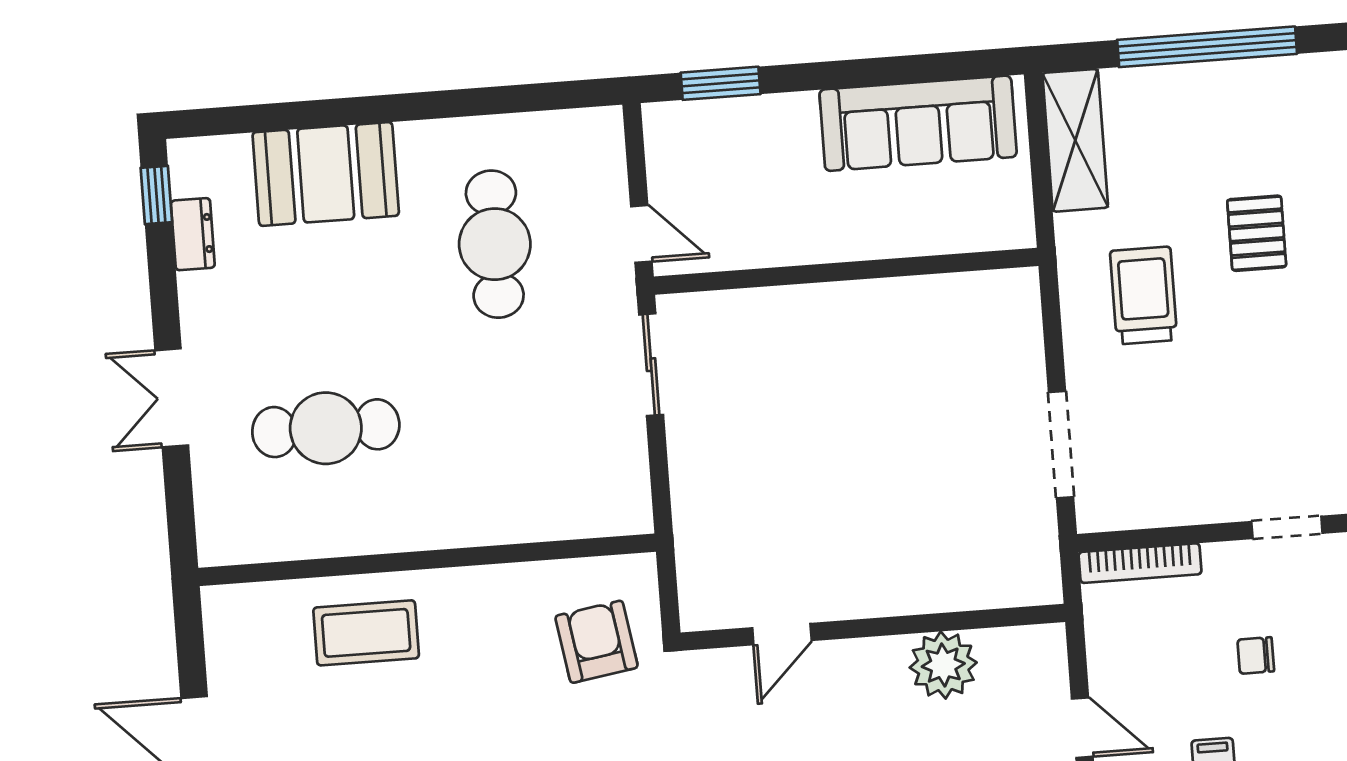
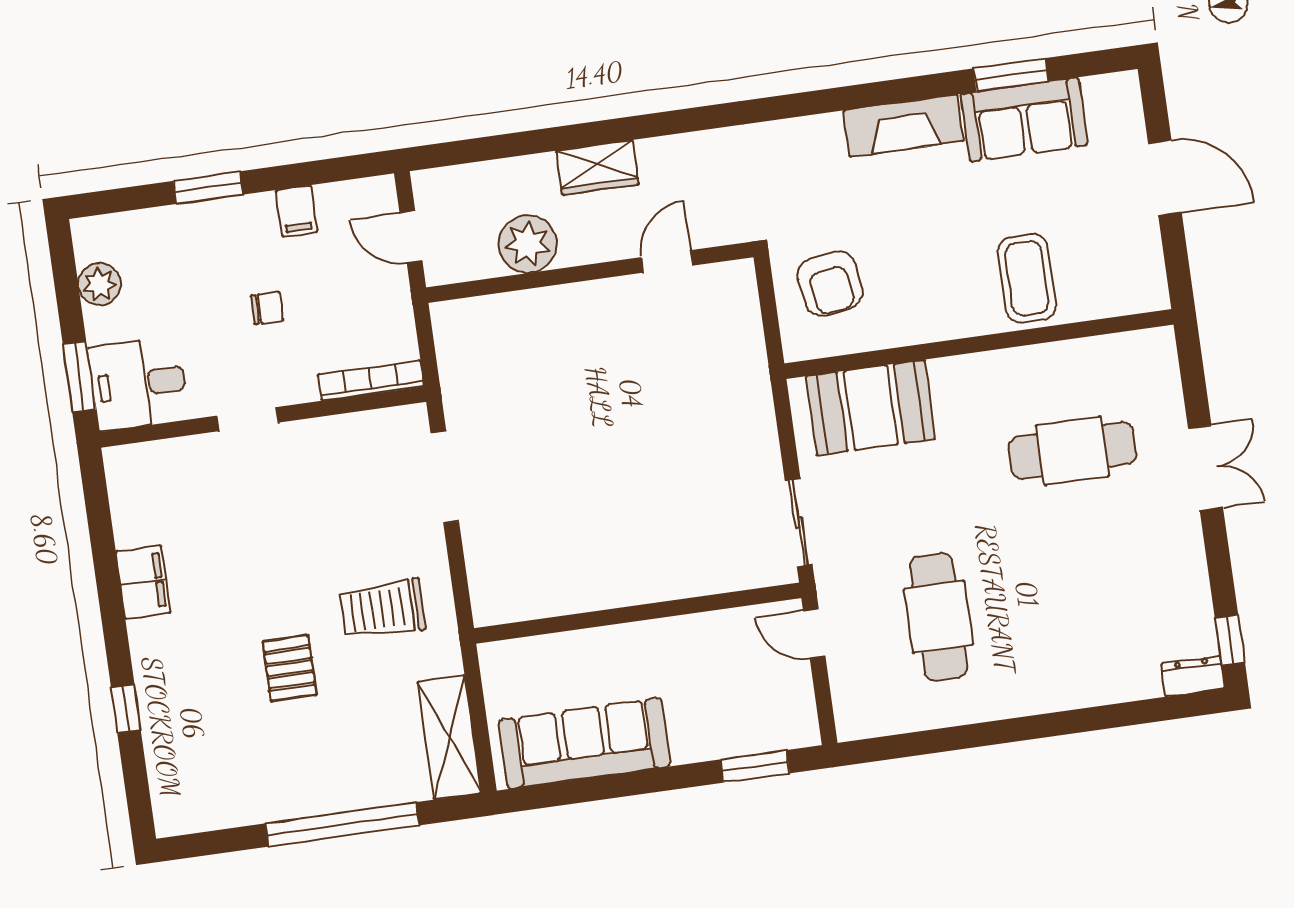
booth: (326, 174) -> (871, 408), moved
dresser: (193, 234) -> (1193, 676), moved, turned 90
trolley: (1144, 295) -> (383, 609), turned 90
wall: (873, 627) -> (590, 272), moved
coffee table: (366, 633) -> (1027, 278), turned 90
door: (782, 634) -> (667, 261), moved
plant: (943, 665) -> (528, 244), moved

